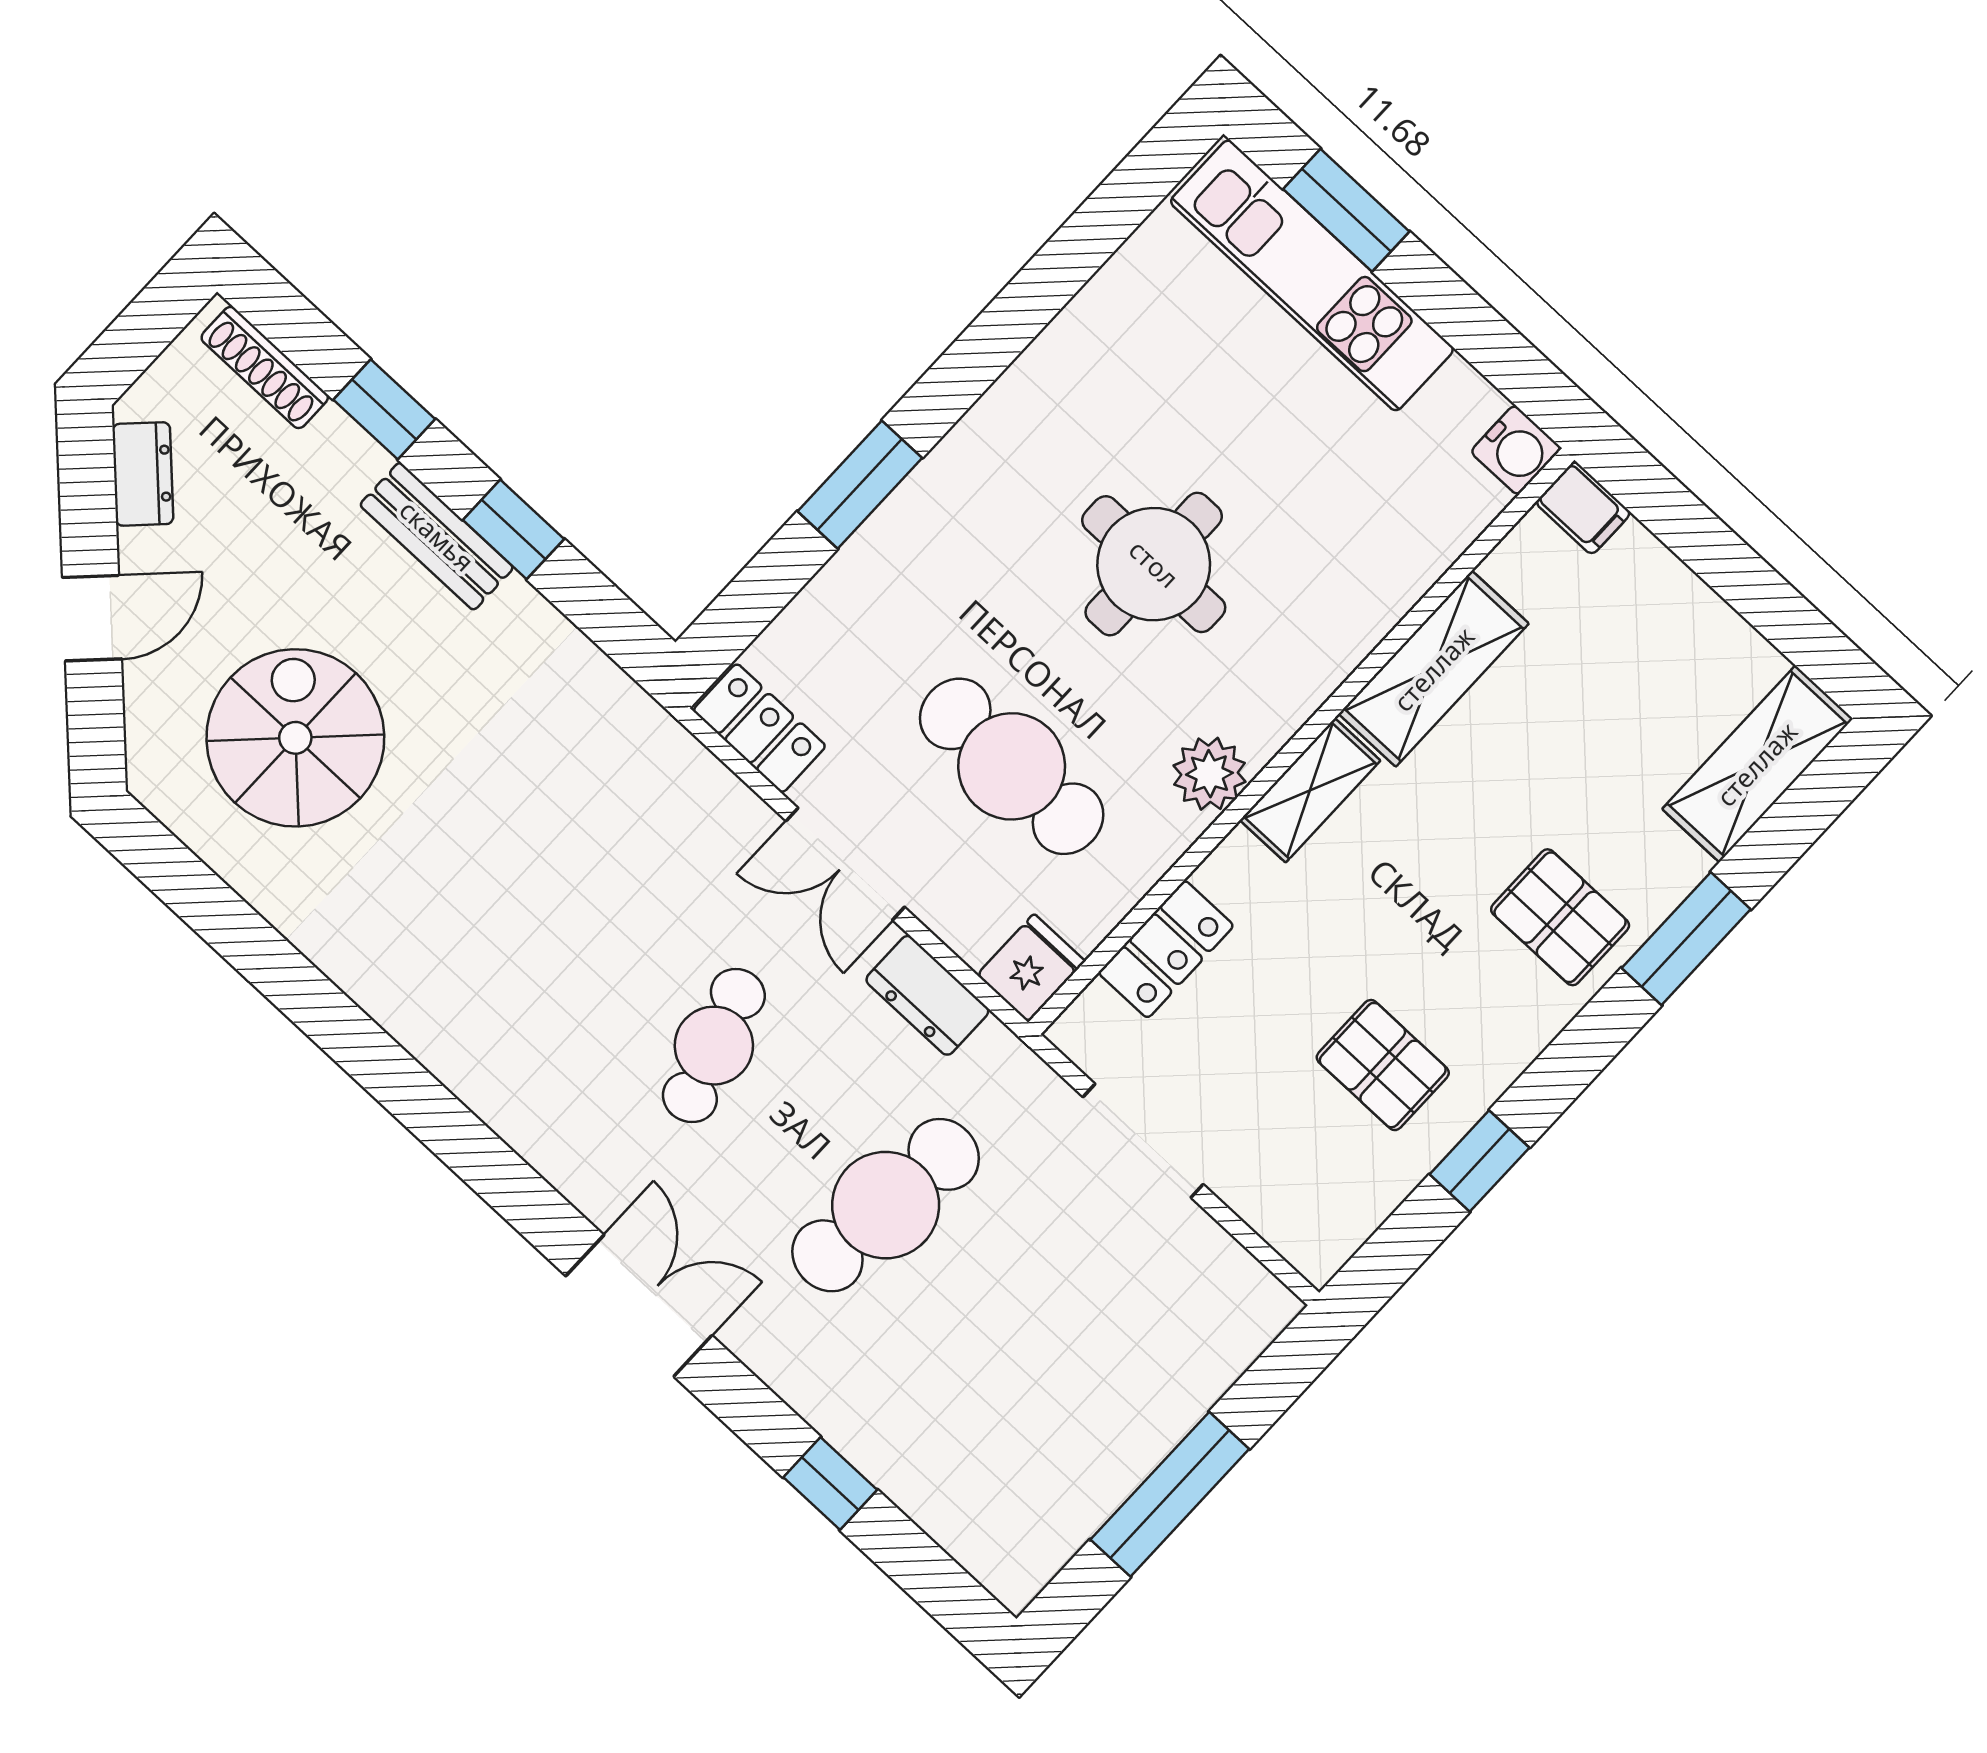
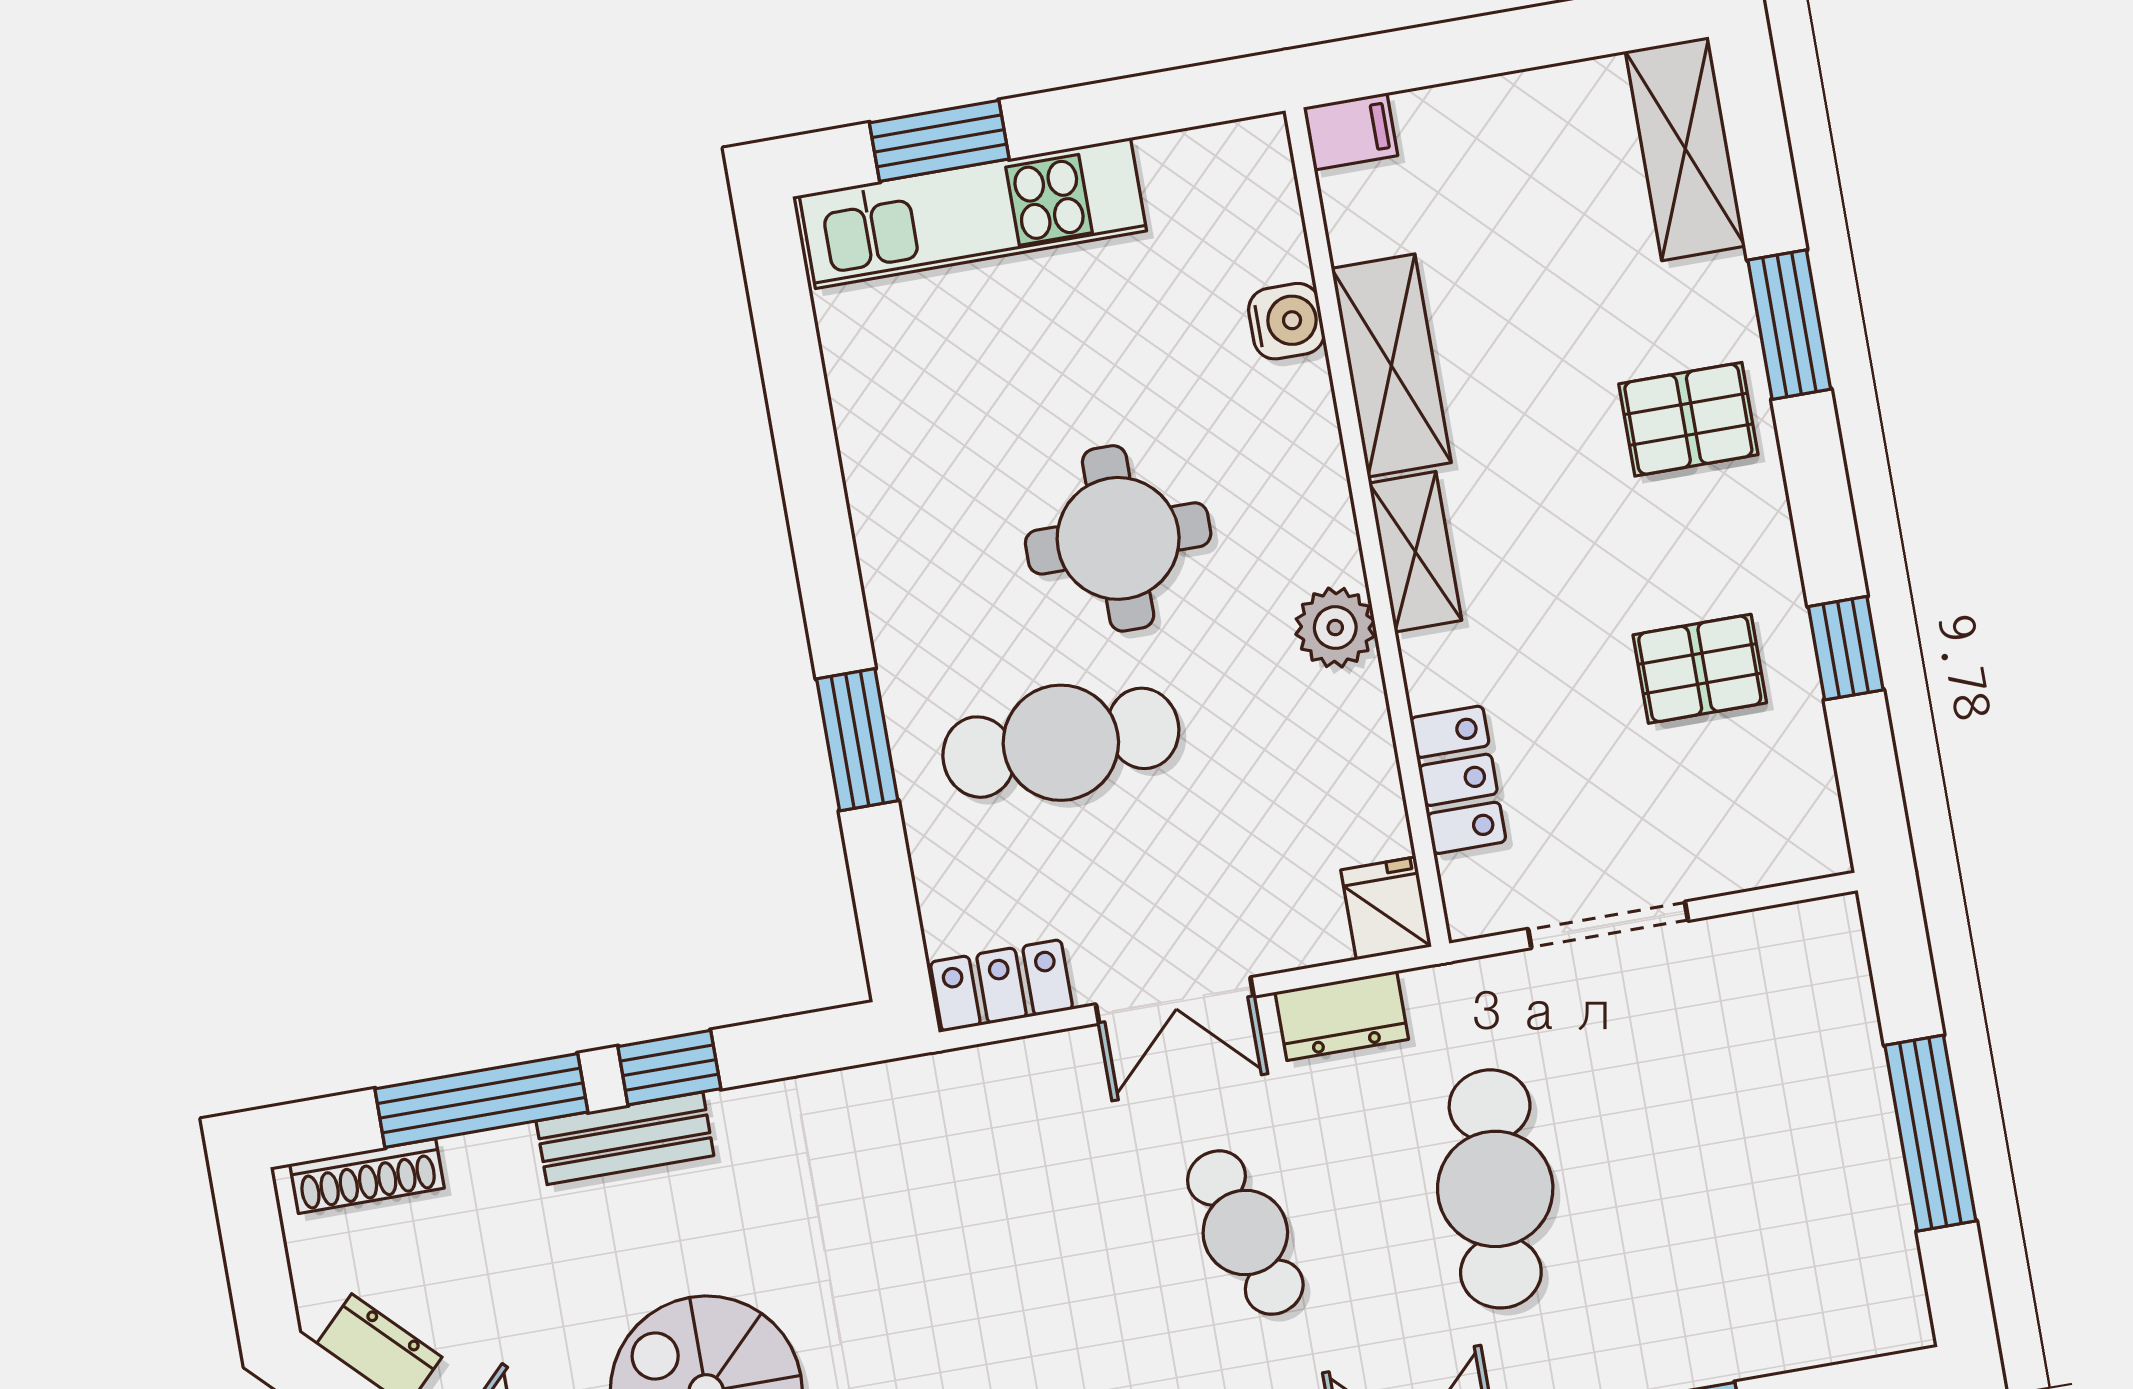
window: (384, 409) -> (481, 1100), width x2.17
water cooler: (1516, 450) -> (1286, 321), moved
cafe table: (1012, 766) -> (1061, 743), moved

